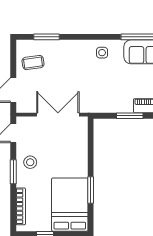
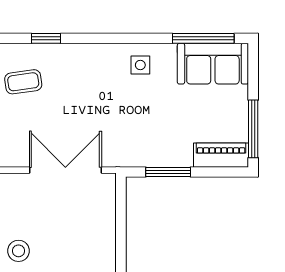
window: (46, 37) -> (46, 38), width x0.67
window: (130, 116) -> (168, 172), moved

